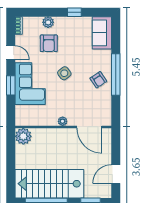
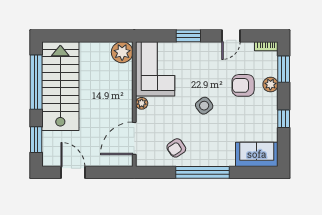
window: (36, 12) -> (284, 69), added
armchair: (98, 80) -> (176, 148), moved
corner sofa: (30, 84) -> (155, 69), moved, turned -90

